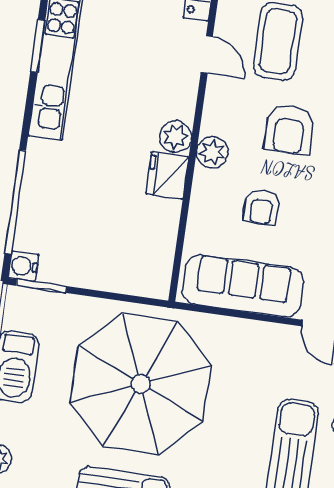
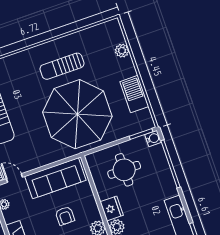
armchair: (262, 207) -> (65, 216), turned 180
round table: (107, 236) -> (124, 170), added

